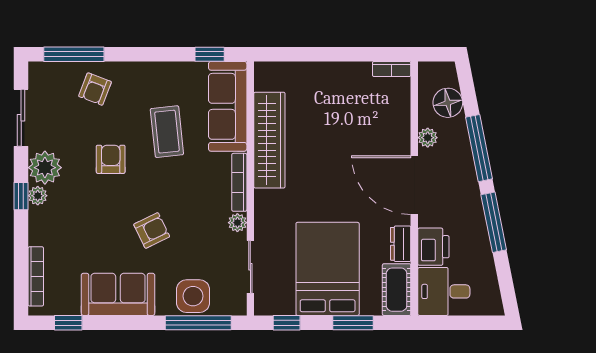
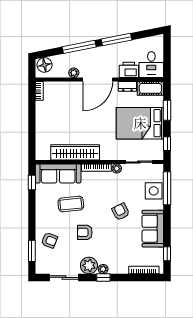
window: (74, 54) -> (32, 251), width x0.69
floor lamp: (448, 103) -> (44, 65), moved

